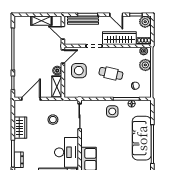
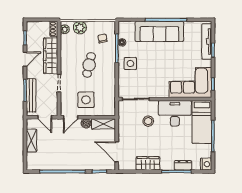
plant: (145, 22) -> (33, 28), removed
door: (63, 33) -> (45, 117), hinge flipped
door: (63, 56) -> (71, 117), swing flipped
stool: (53, 120) -> (148, 121), moved

